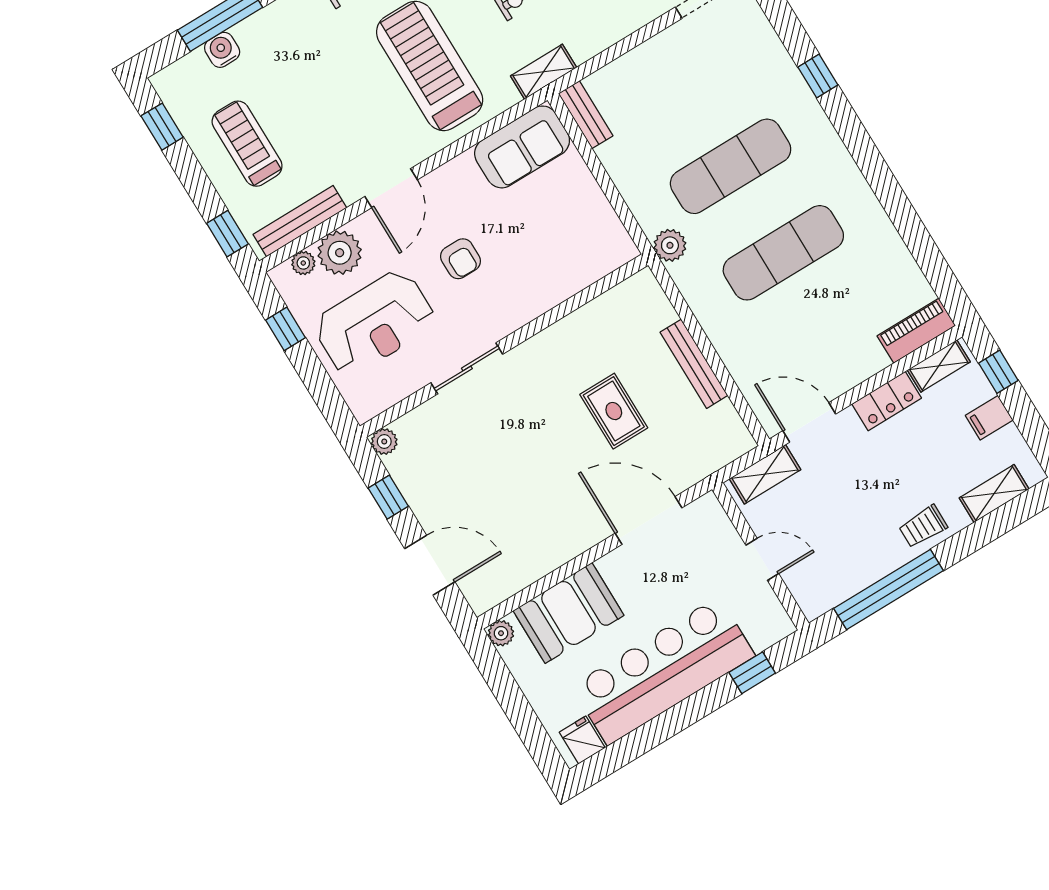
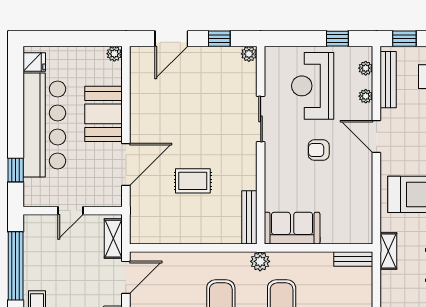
sofa: (522, 147) -> (292, 228), moved, turned 90
plant: (340, 253) -> (366, 96), width x0.53, depth x0.53
bench: (694, 364) -> (249, 217), moved, turned 90
booth: (568, 613) -> (104, 114), moved

